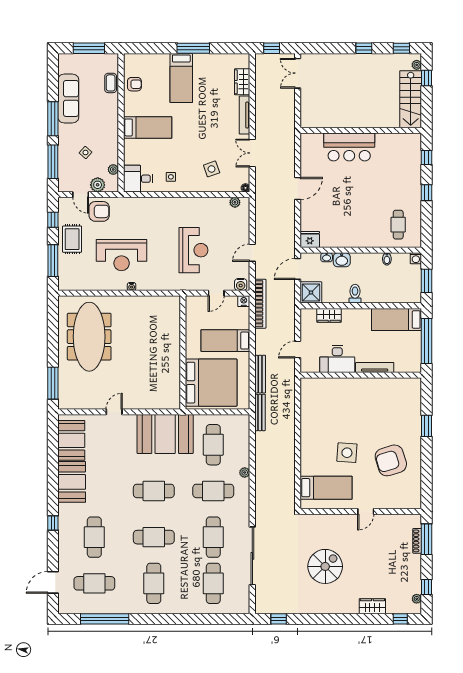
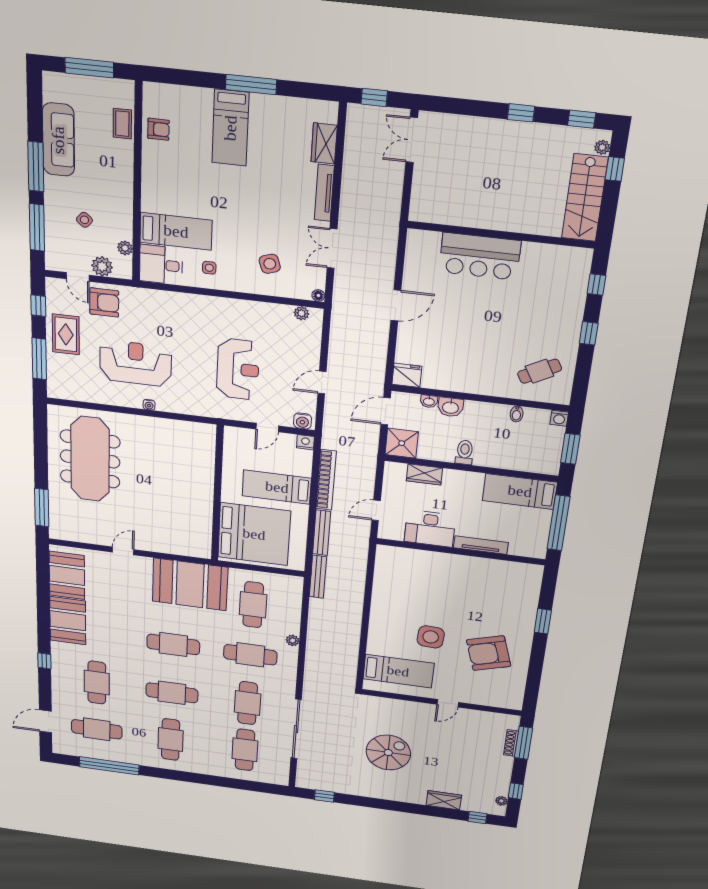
bed: (148, 127) -> (176, 231), moved
cafe table: (398, 225) -> (540, 371), turned 61
reception desk: (122, 255) -> (136, 363), turned 180
bookcase: (260, 304) -> (326, 480), moved

